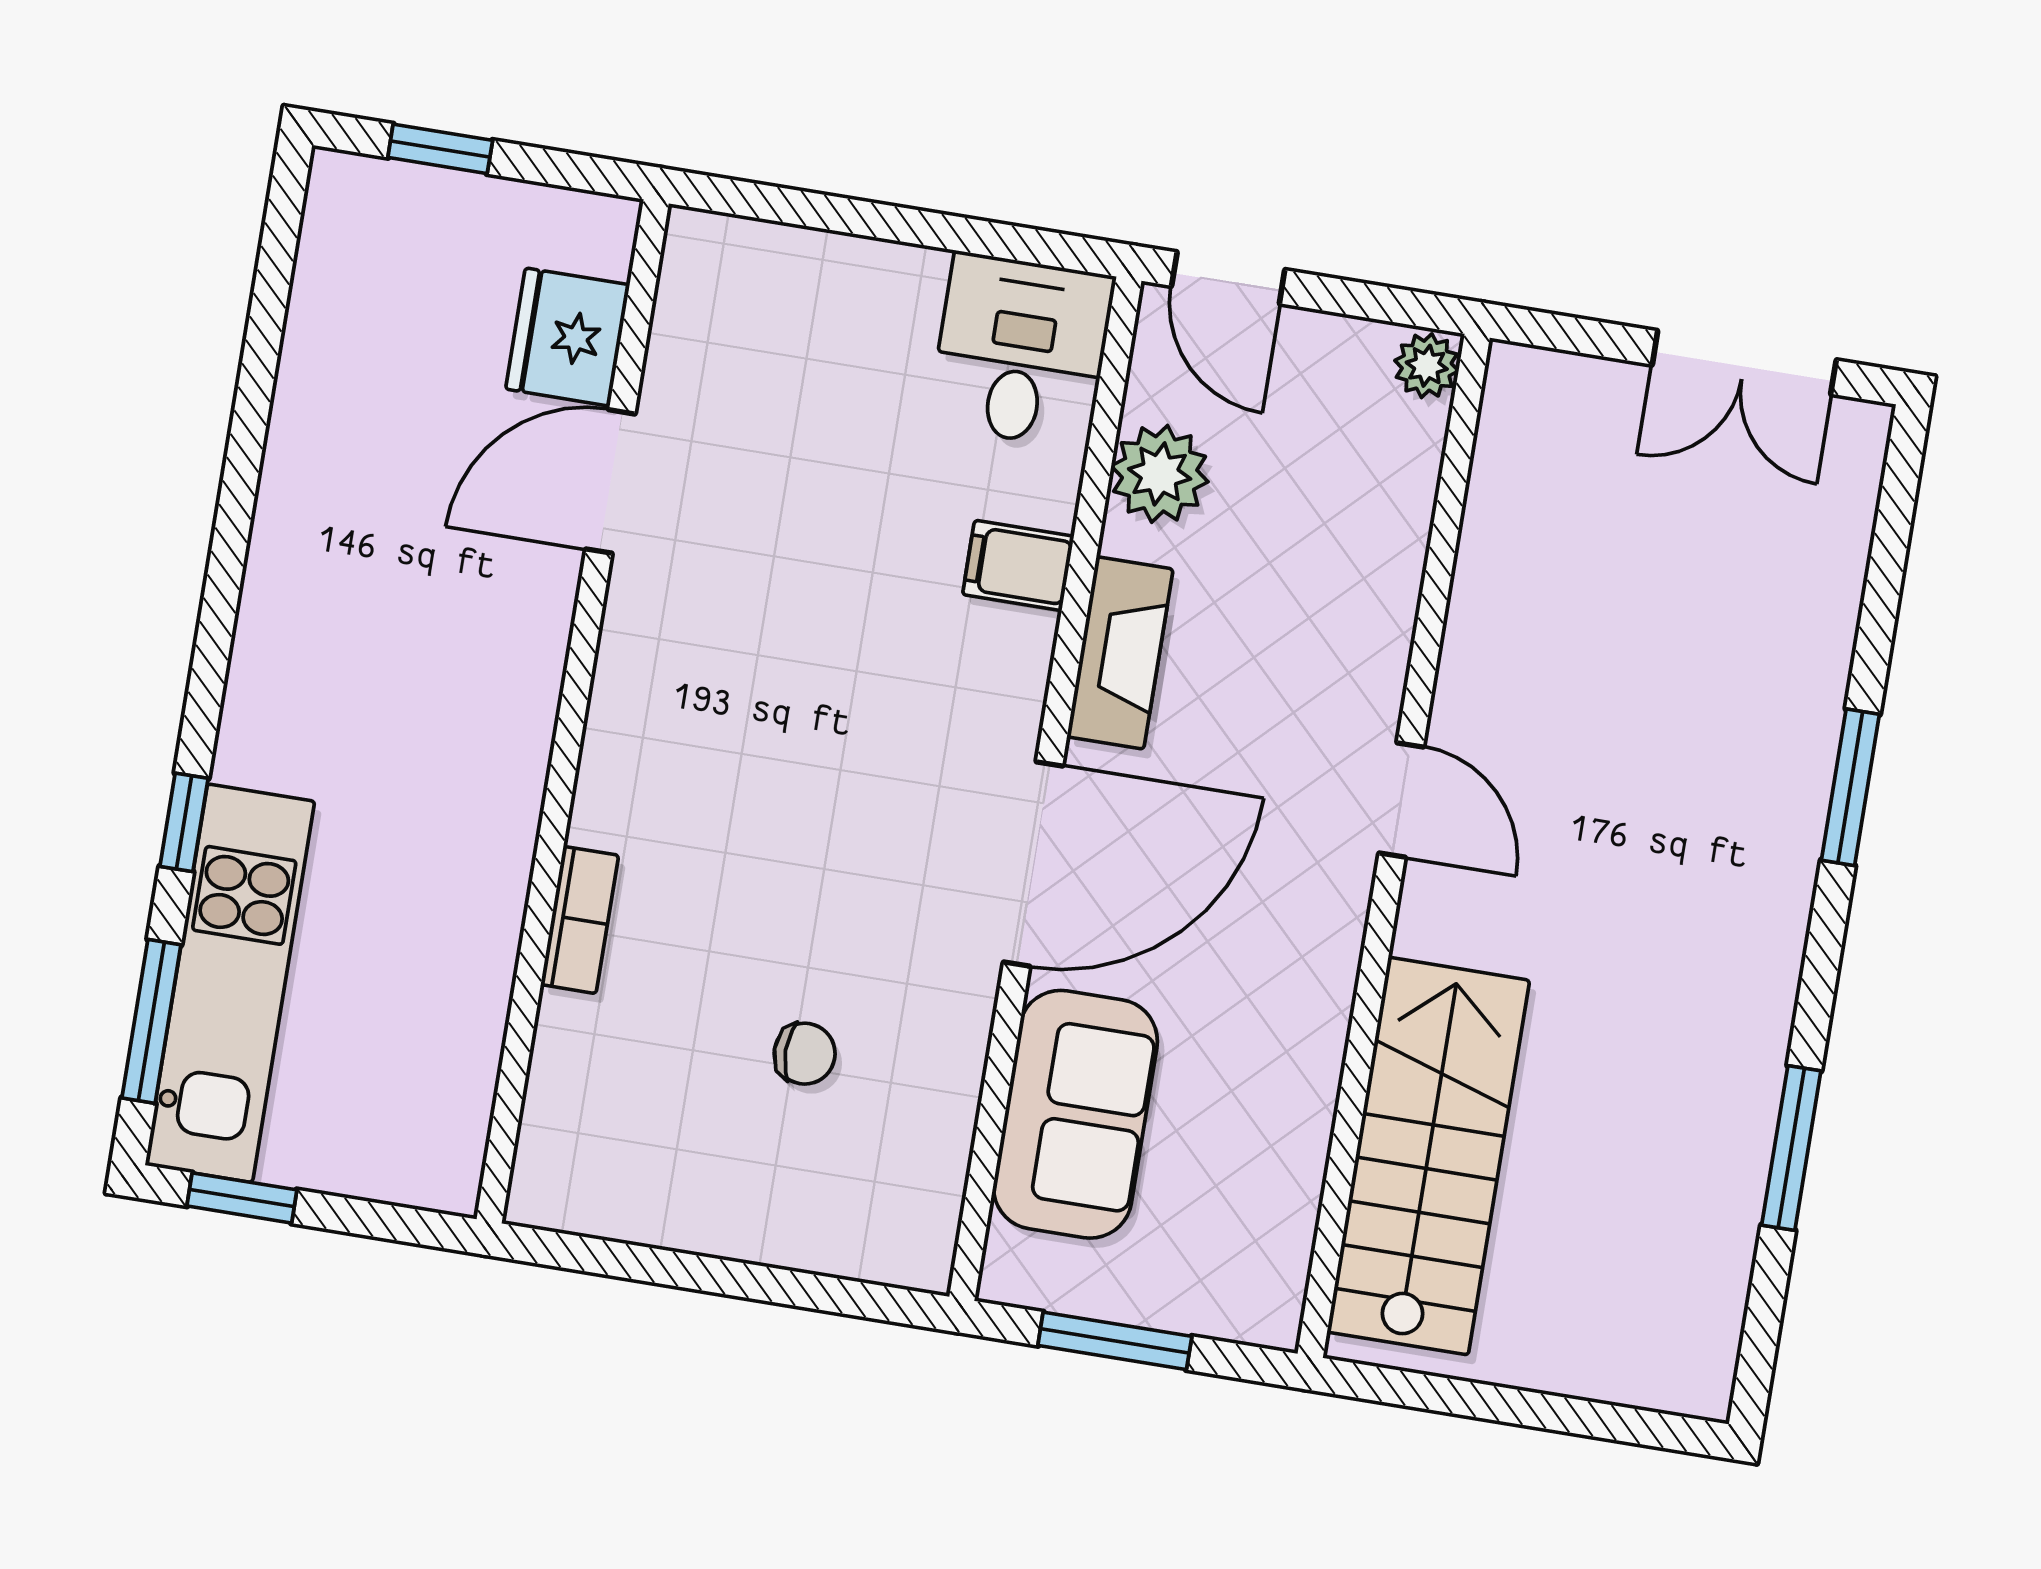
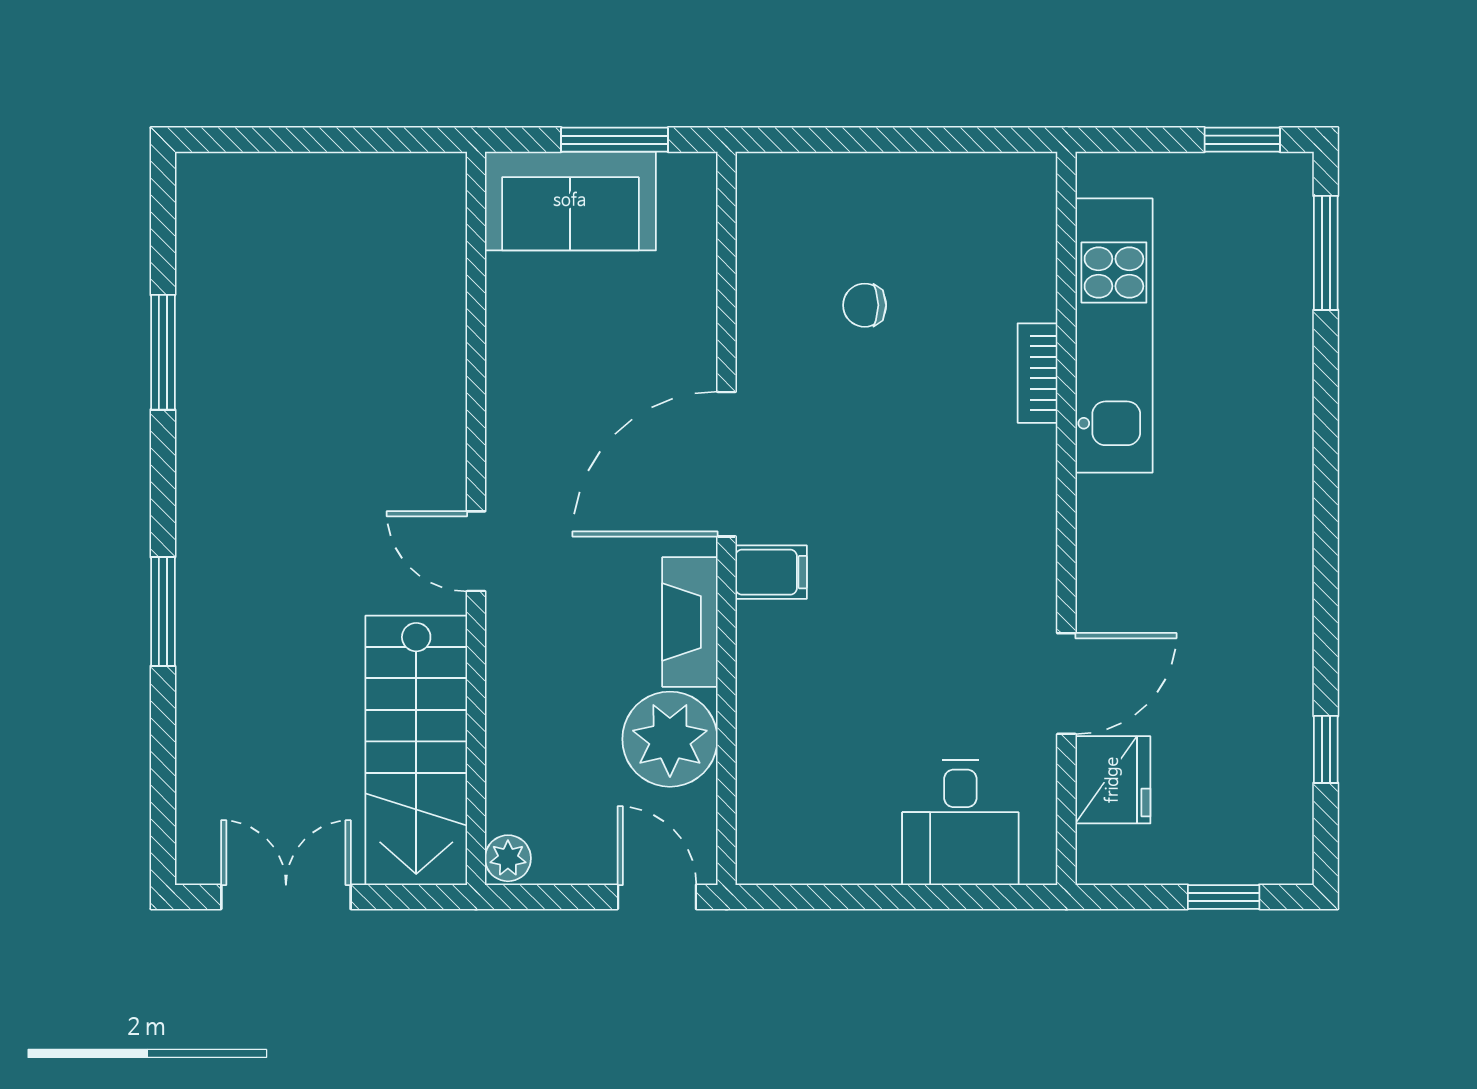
desk: (1021, 351) -> (960, 822), moved
plant: (1160, 474) -> (670, 739), width x1.36, depth x1.36
filing cabinet: (1018, 565) -> (771, 572), moved
window: (184, 822) -> (1326, 749), moved
kitchen unit: (230, 983) -> (1114, 336), moved, turned 180
sofa: (1075, 1114) -> (570, 201), moved, turned -90
stairs: (1428, 1156) -> (416, 750), moved

